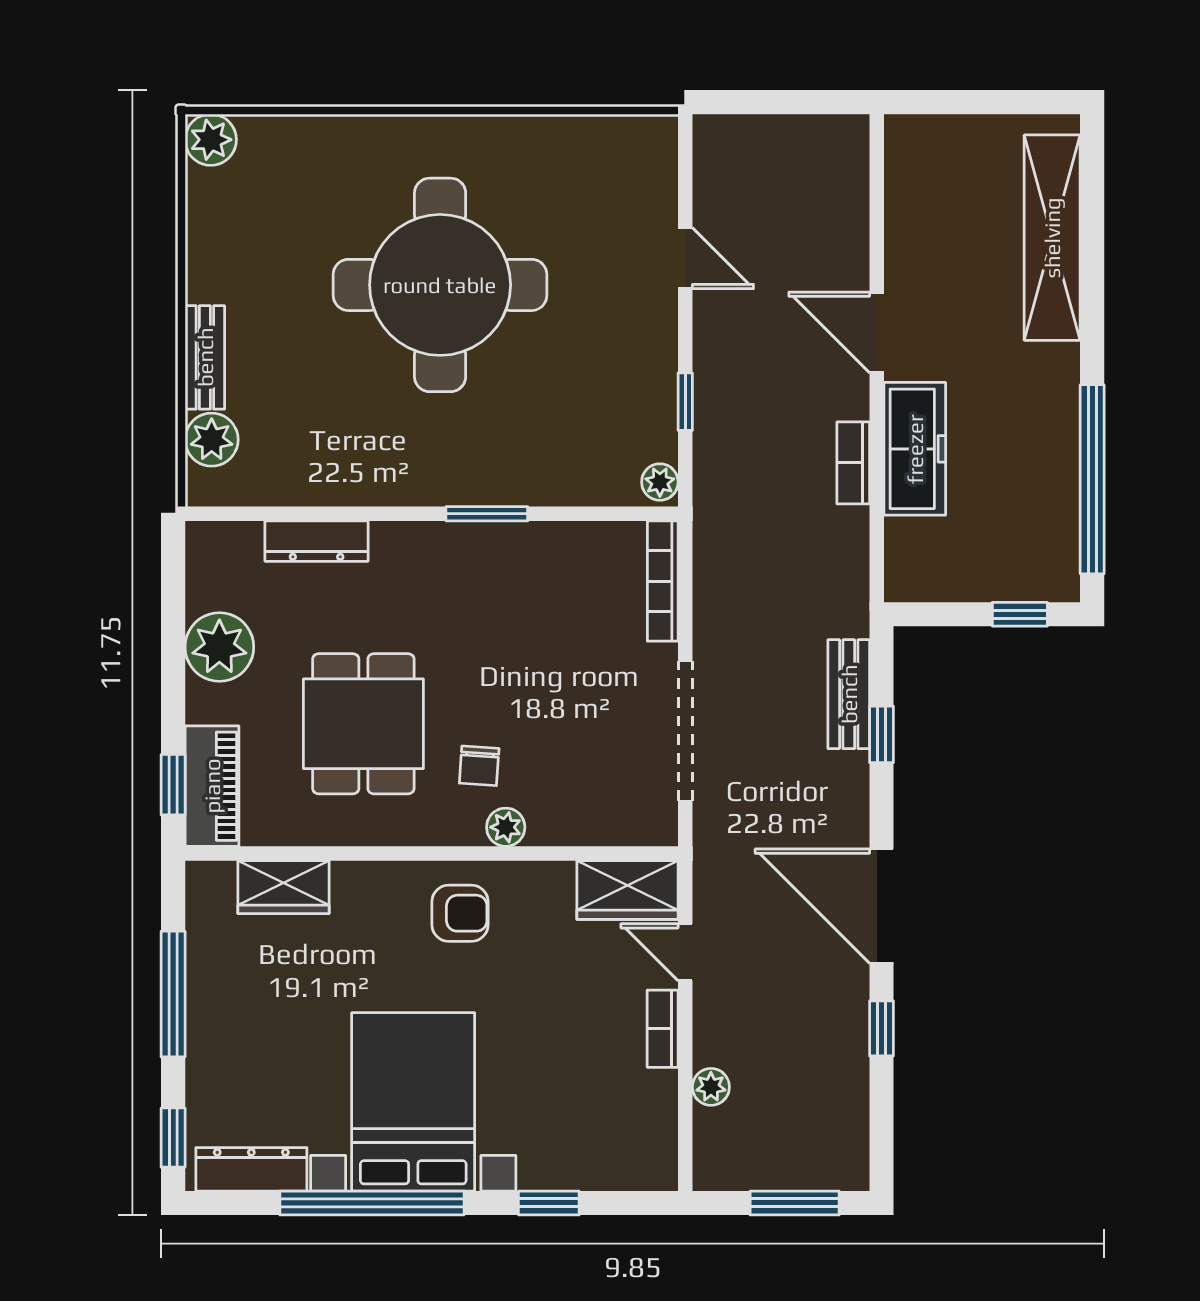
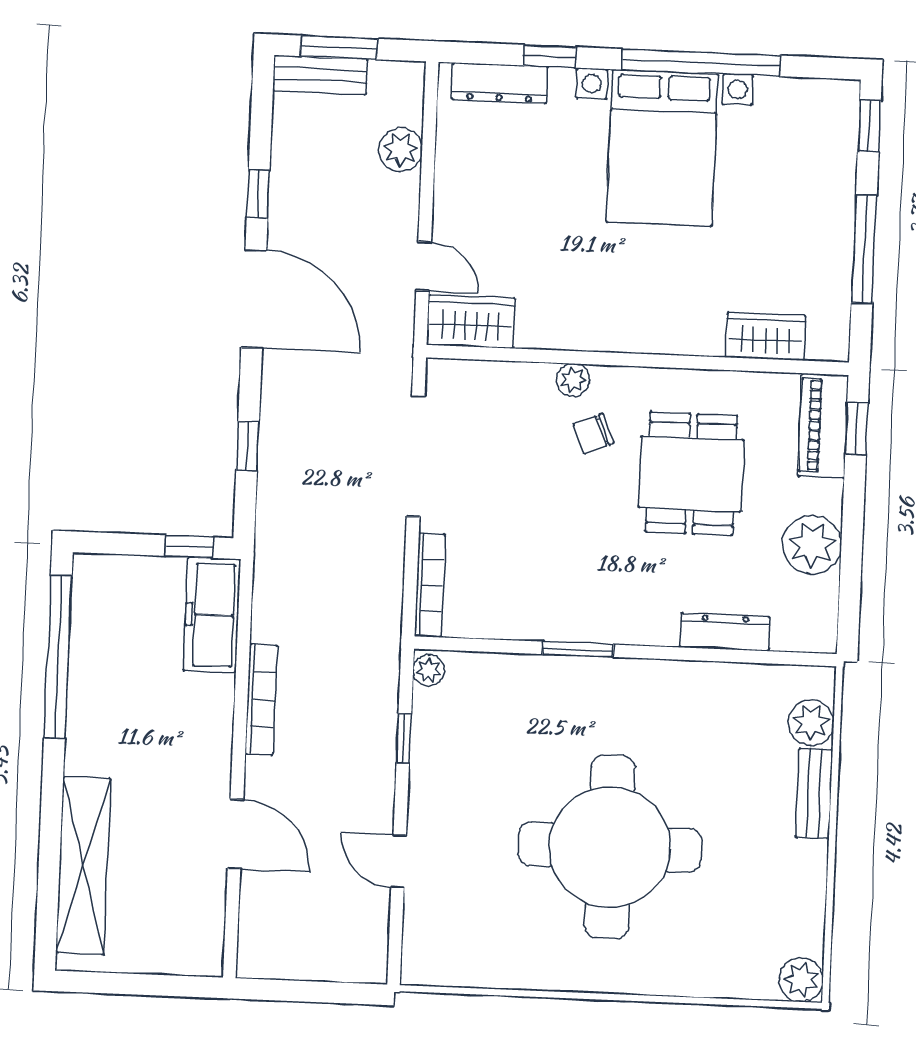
door: (877, 332) -> (235, 834), moved
freezer: (915, 449) -> (212, 615), moved
bookcase: (853, 463) -> (261, 699), width x1.56
window: (1020, 614) -> (189, 547), moved
bench: (849, 694) -> (320, 75), moved, turned 90
chair: (479, 766) -> (594, 434), turned -116
armchair: (460, 913) -> (615, 308), removed
bookcase: (663, 1029) -> (446, 202), removed
plant: (711, 1087) -> (401, 150), width x1.38, depth x1.38
dresser: (251, 1169) -> (500, 83), moved

